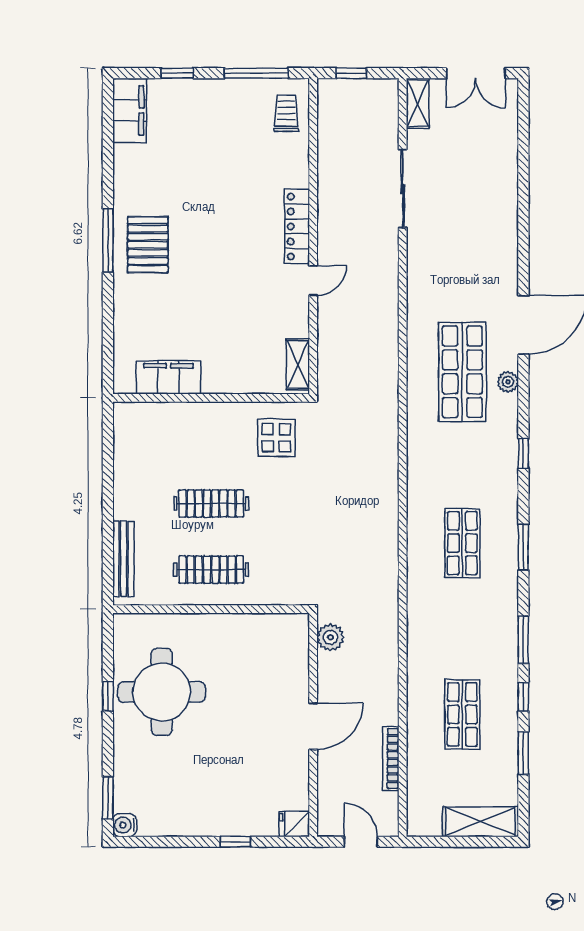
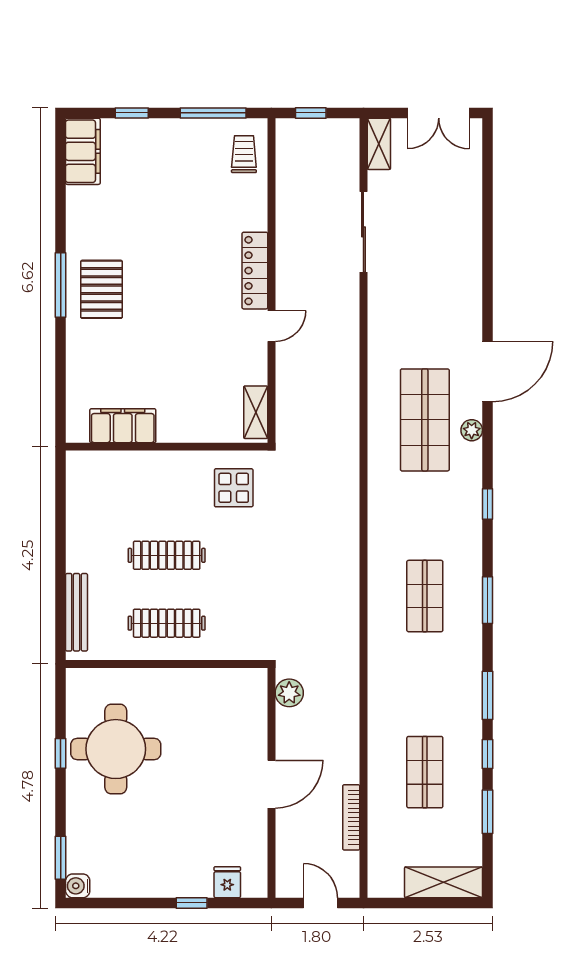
fridge: (294, 824) -> (227, 882), moved, turned 90

